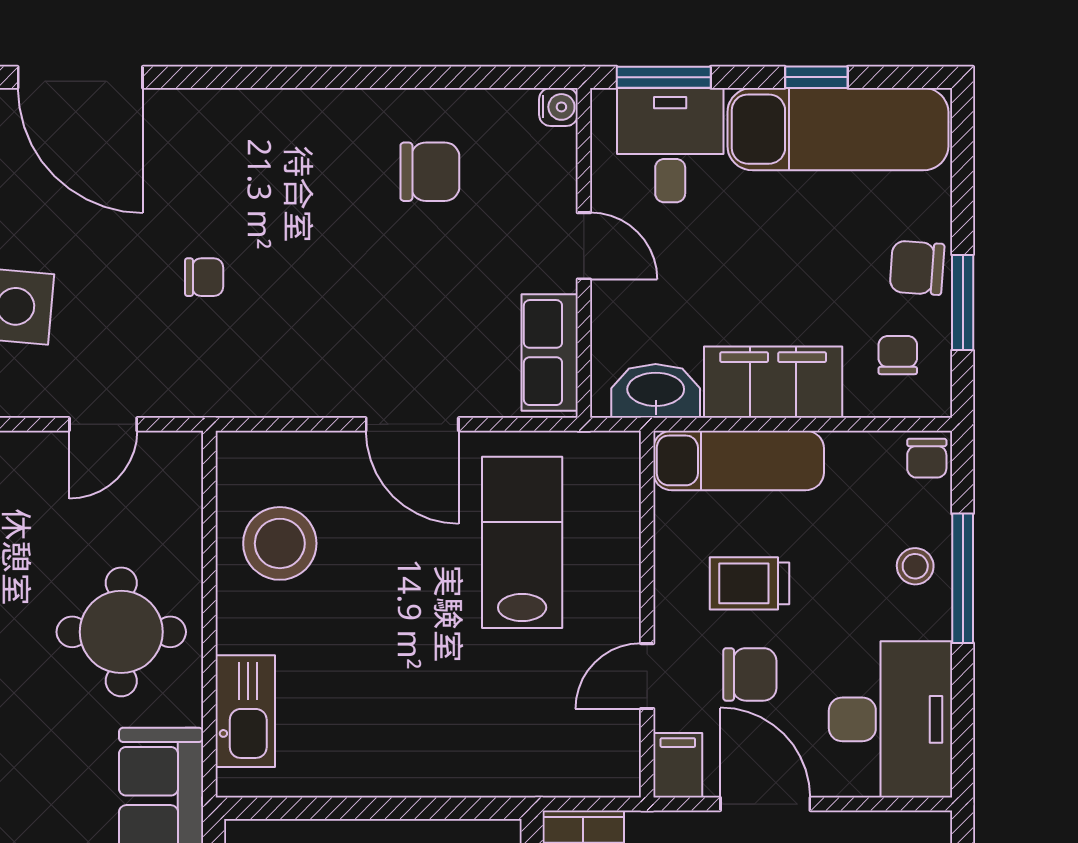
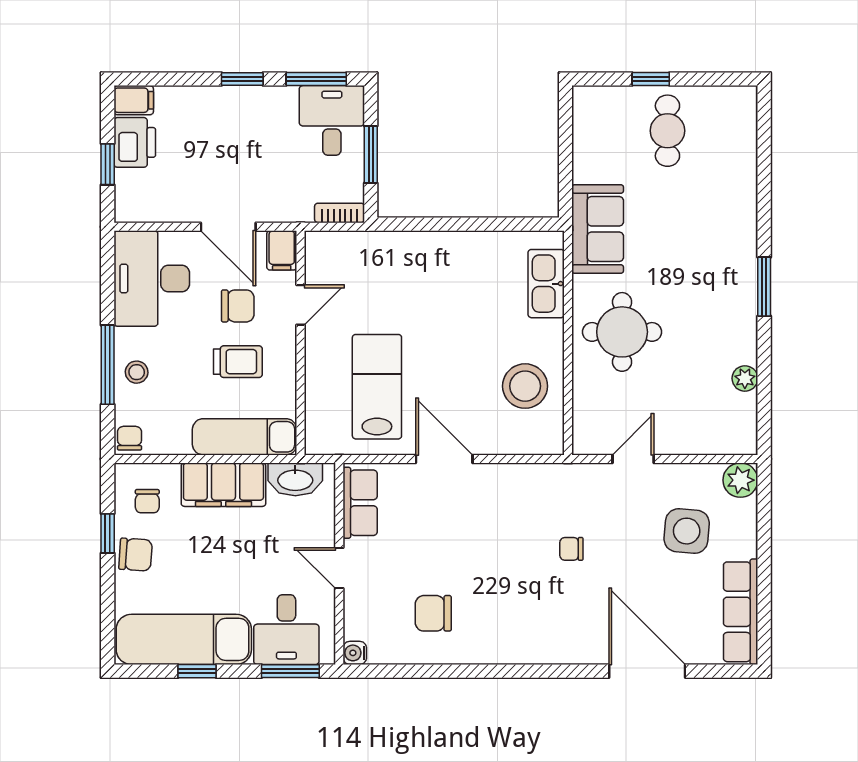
window: (963, 302) -> (108, 533), width x0.67
lab bench: (522, 542) -> (377, 387), turned 180
chair: (750, 674) -> (238, 306), turned 180

